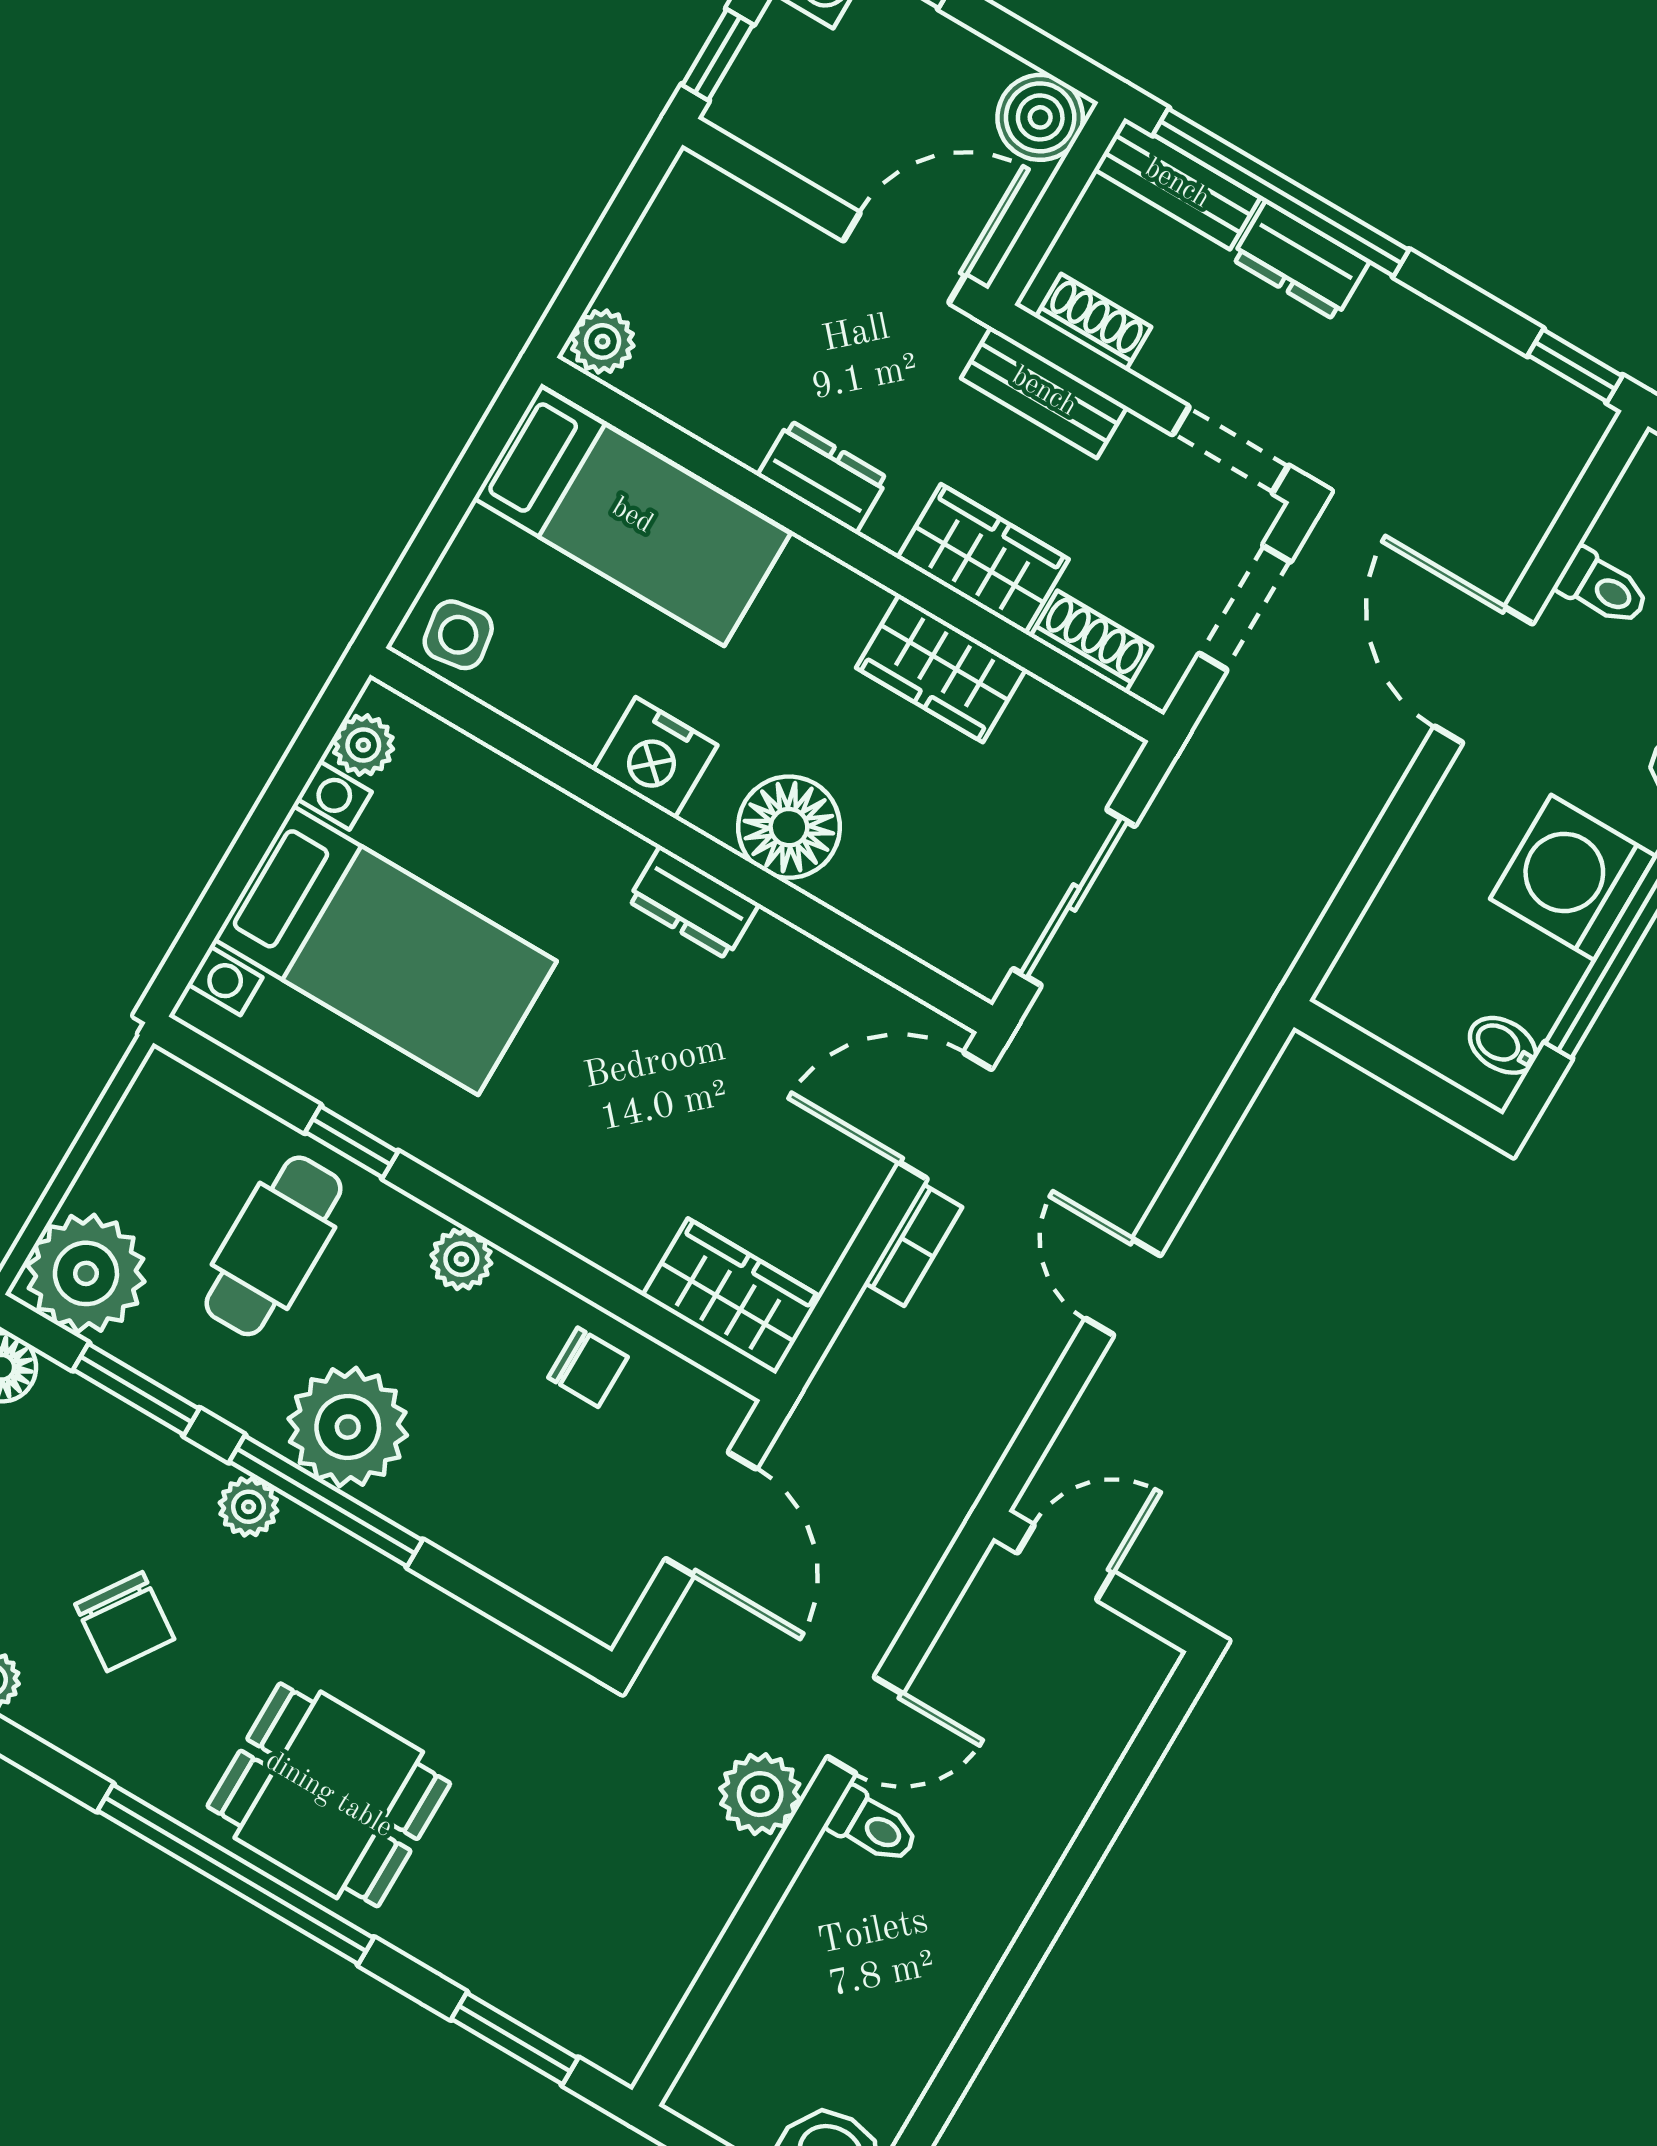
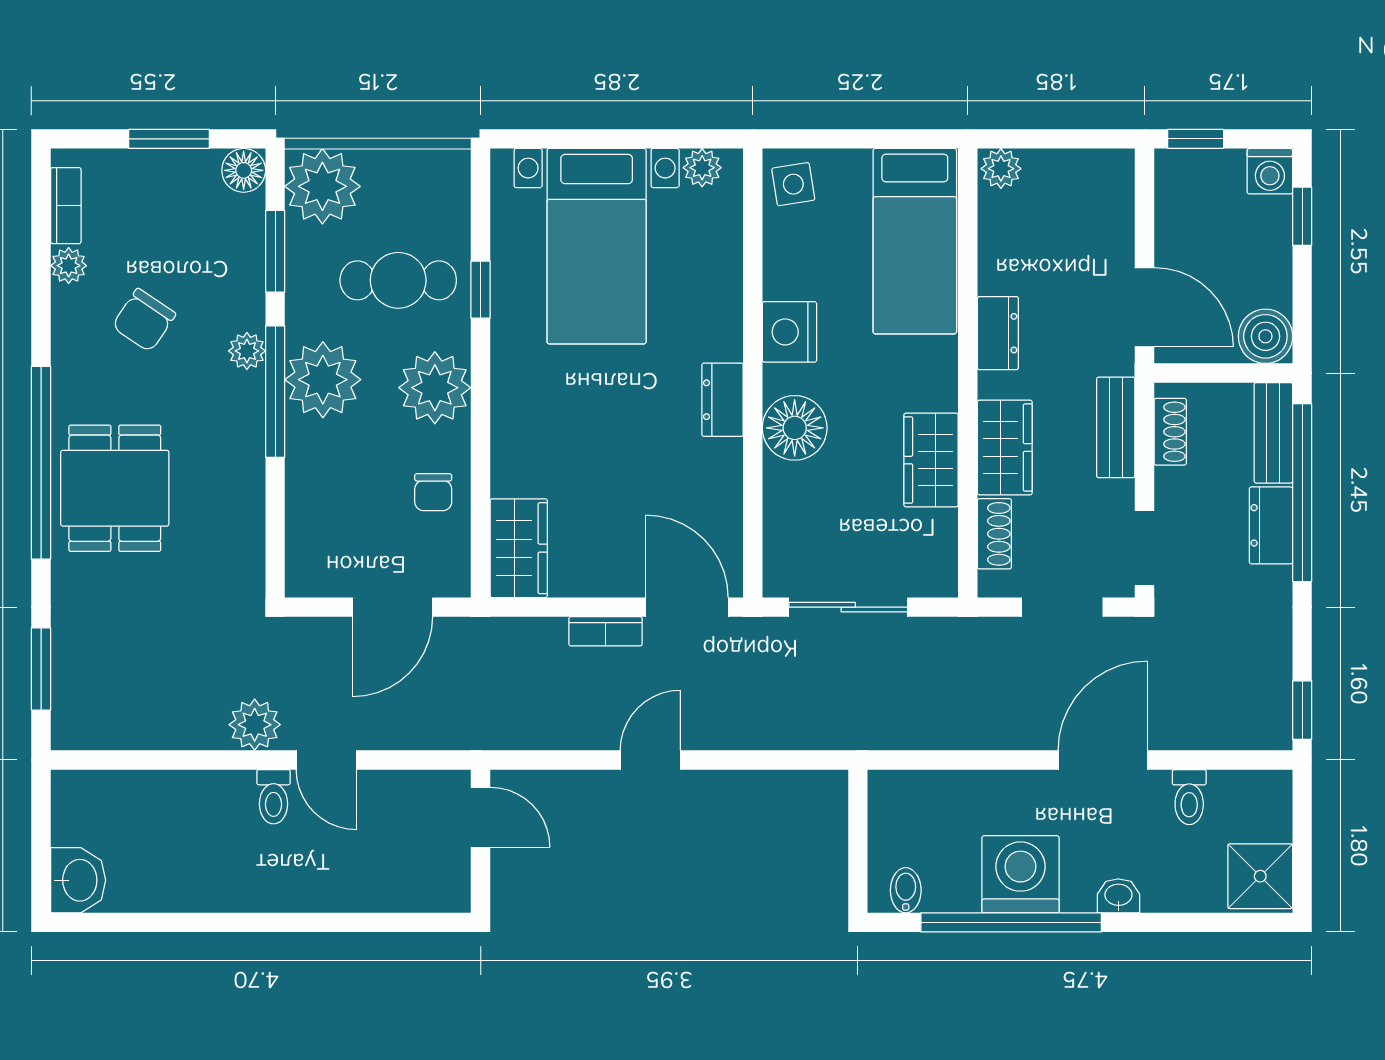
plant: (461, 1259) -> (435, 388), width x1.87, depth x1.87

